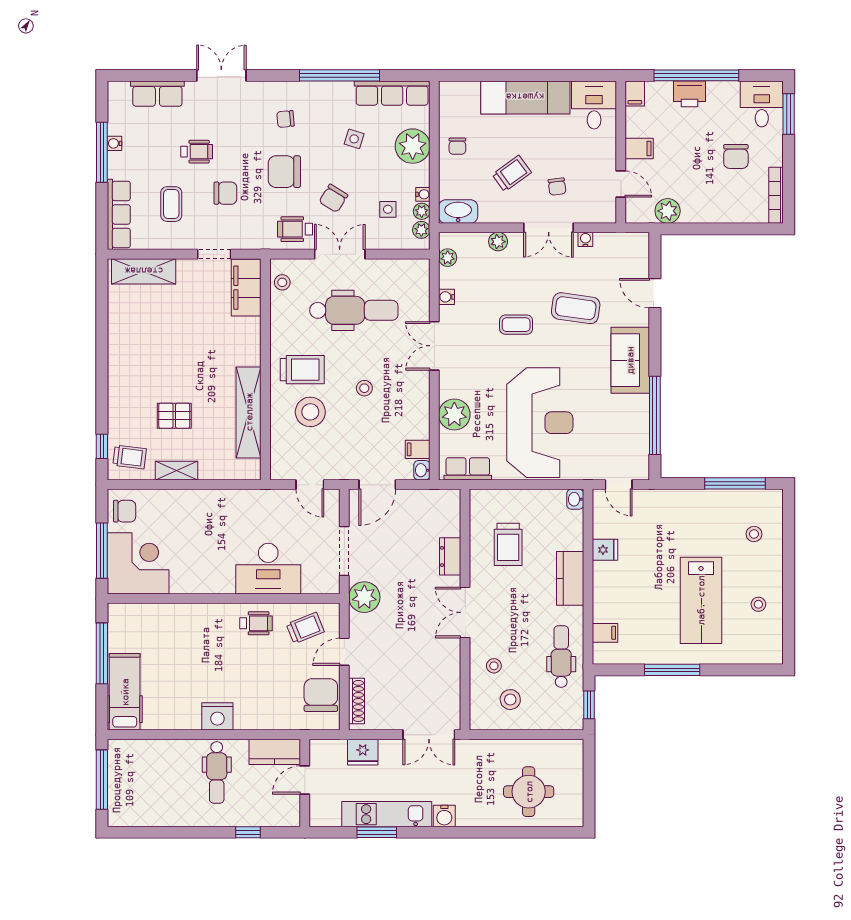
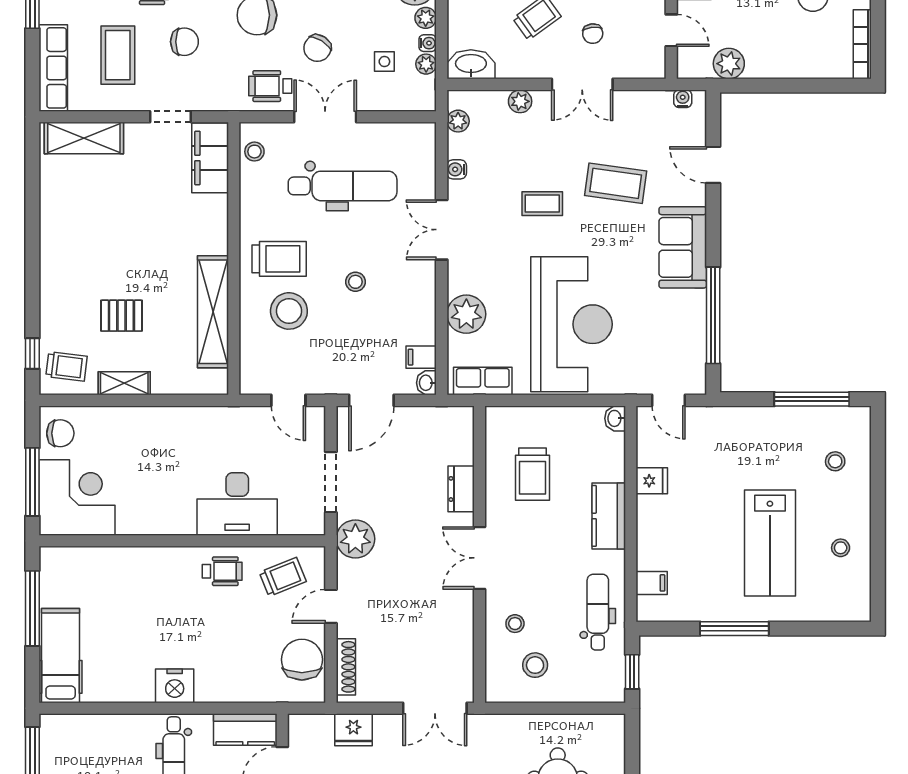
coffee table: (171, 204) -> (118, 55), width x1.36, depth x1.30
plant: (421, 230) -> (426, 18), moved
water cooler: (585, 239) -> (683, 99), moved

